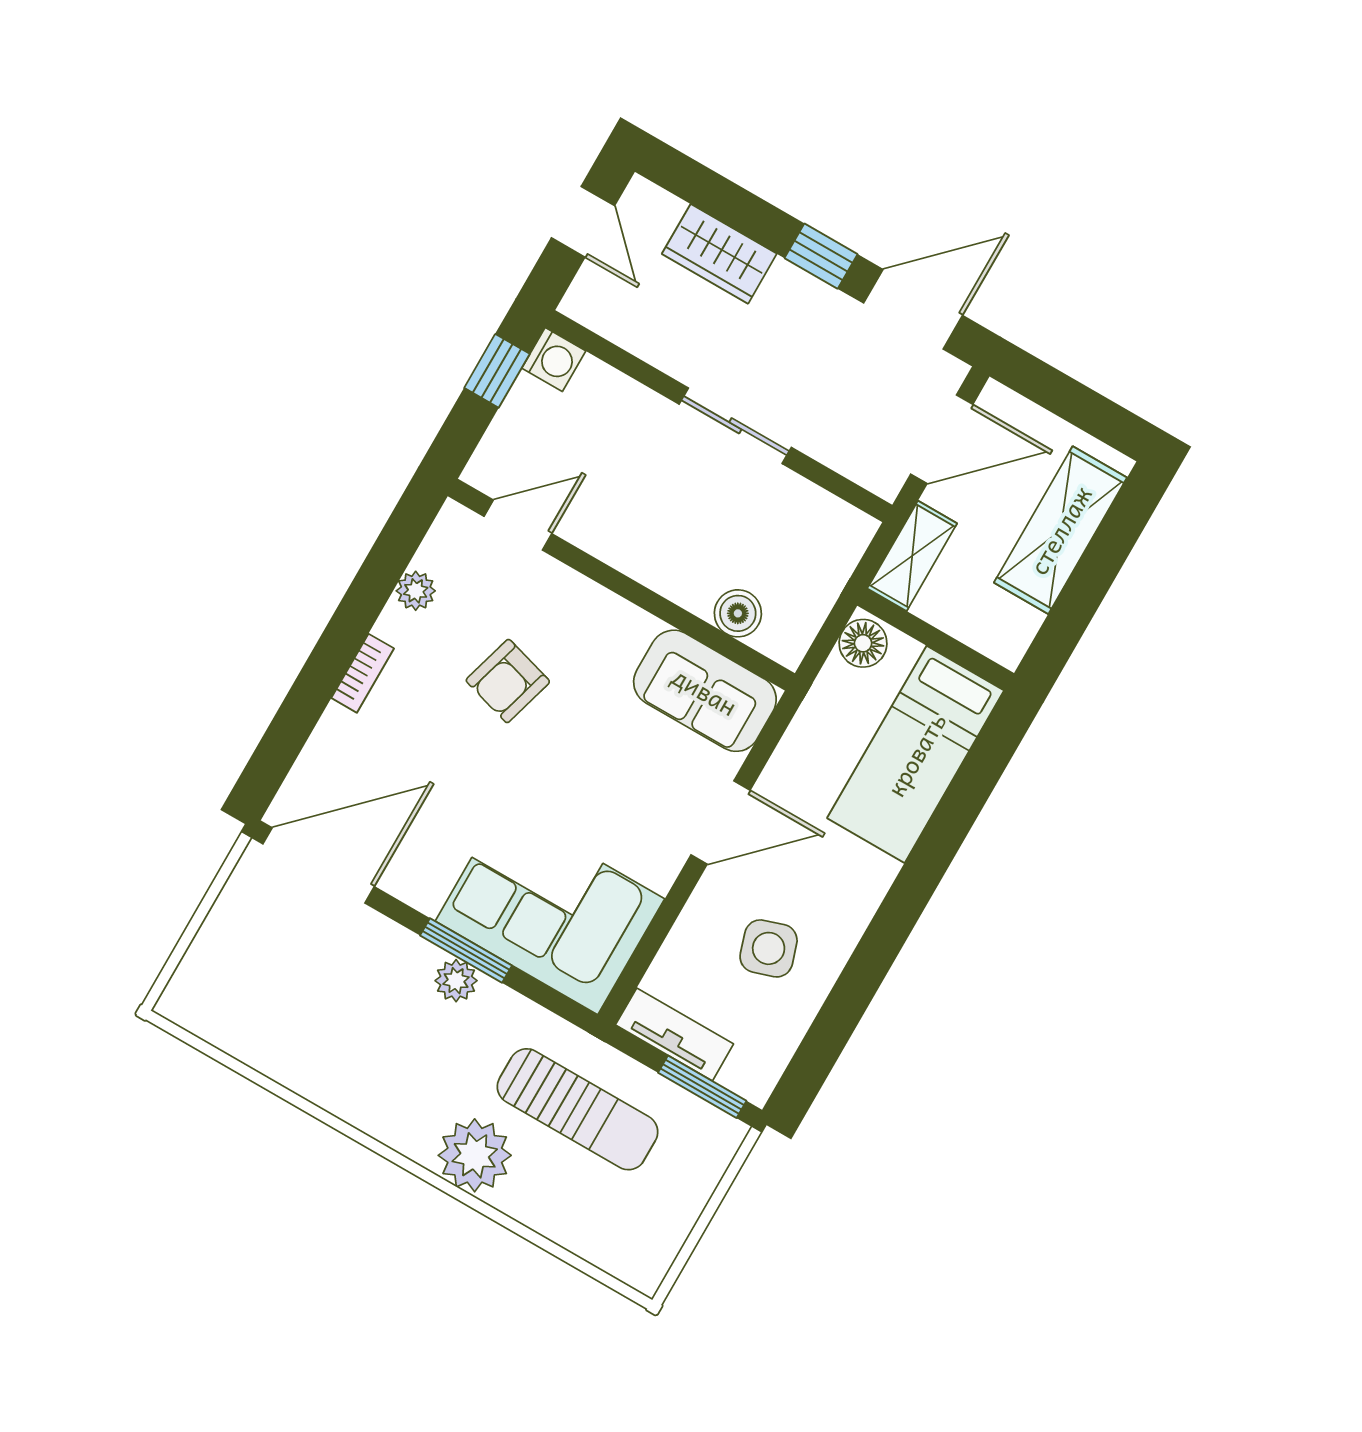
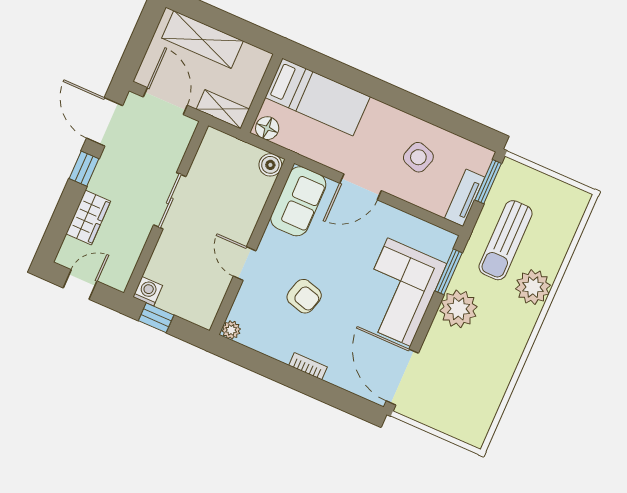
door: (518, 525) -> (245, 264), moved
plant: (416, 591) -> (231, 330), moved
boiler: (738, 613) -> (270, 165), moved
door: (720, 822) -> (361, 187), swing flipped
corner sofa: (550, 910) -> (399, 292), moved
side table: (769, 948) -> (418, 157), turned 36
window: (466, 950) -> (449, 272), moved
plant: (456, 981) -> (458, 309), width x1.87, depth x1.87
sun lounger: (578, 1109) -> (506, 240), turned 180

